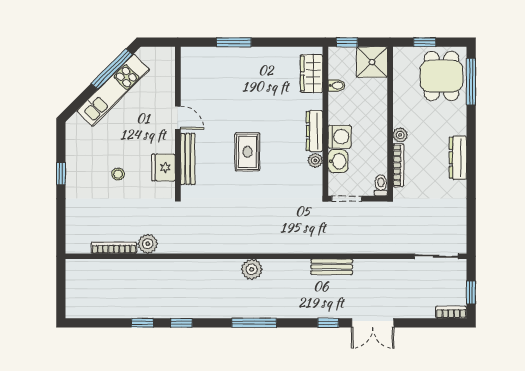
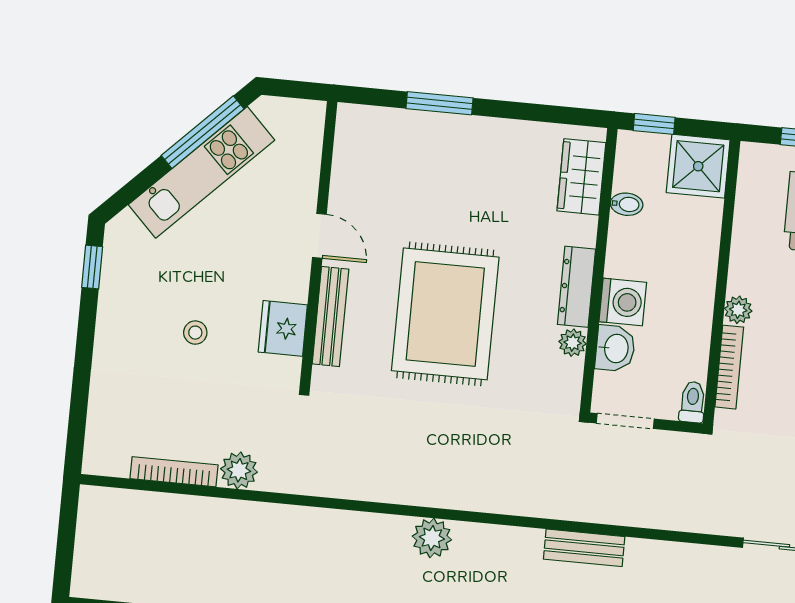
rug: (247, 152) -> (445, 314), width x1.86, depth x2.06
window: (61, 174) -> (92, 267), moved

